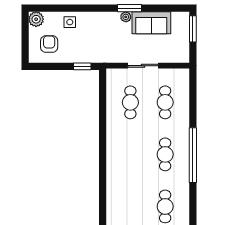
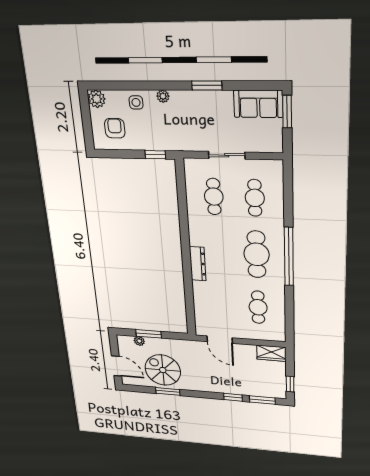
plant: (126, 17) -> (163, 96), moved
sofa: (151, 23) -> (258, 104), moved
cafe table: (165, 154) -> (256, 254), width x1.37, depth x1.35
dresser: (113, 166) -> (198, 264), added

